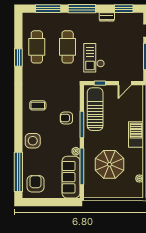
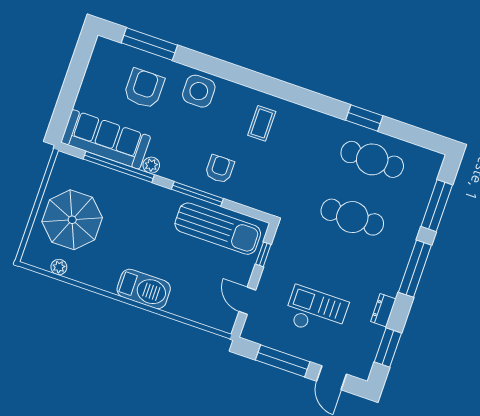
checkout: (94, 58) -> (316, 312), moved
parasol: (110, 164) -> (72, 220), moved
window: (18, 172) -> (149, 44), width x0.68
armchair: (35, 184) -> (144, 88), moved, turned -90

